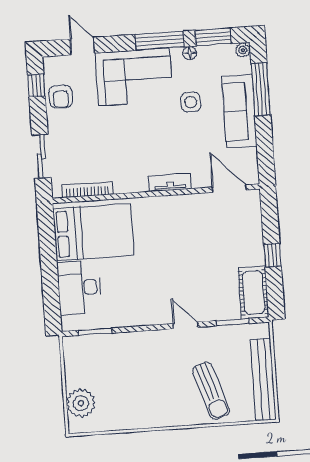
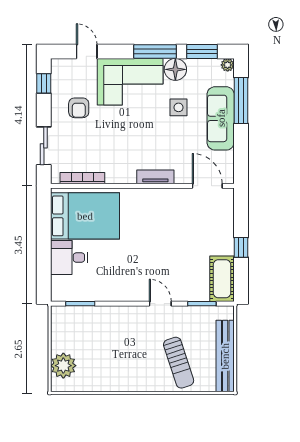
floor lamp: (190, 53) -> (175, 69), width x1.89, depth x1.89
armchair: (61, 97) -> (79, 108), moved
desk: (79, 288) -> (69, 258), width x0.73

